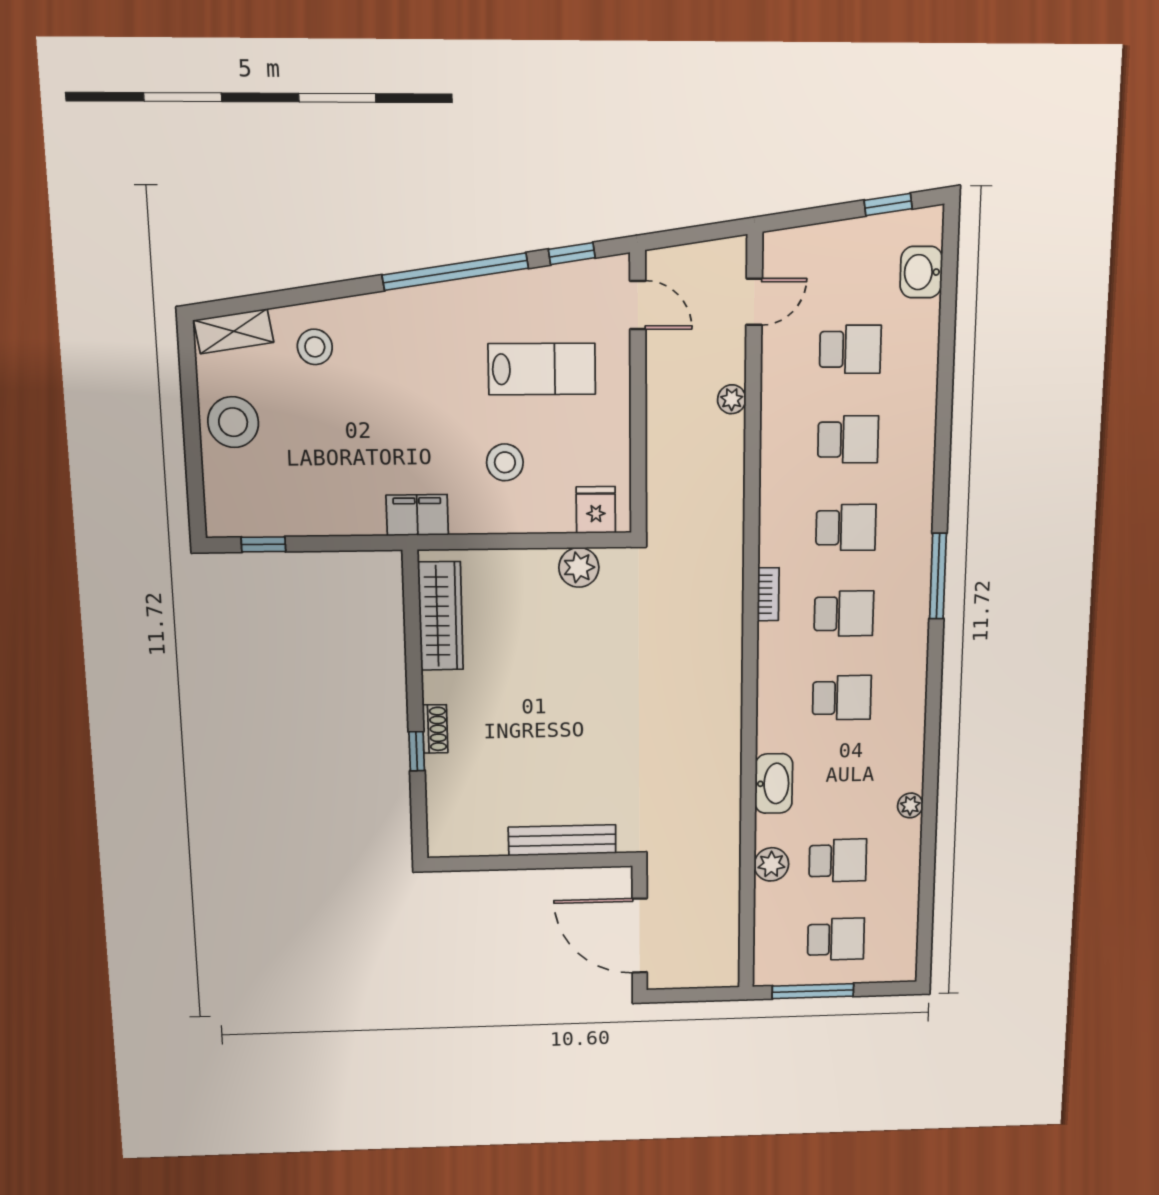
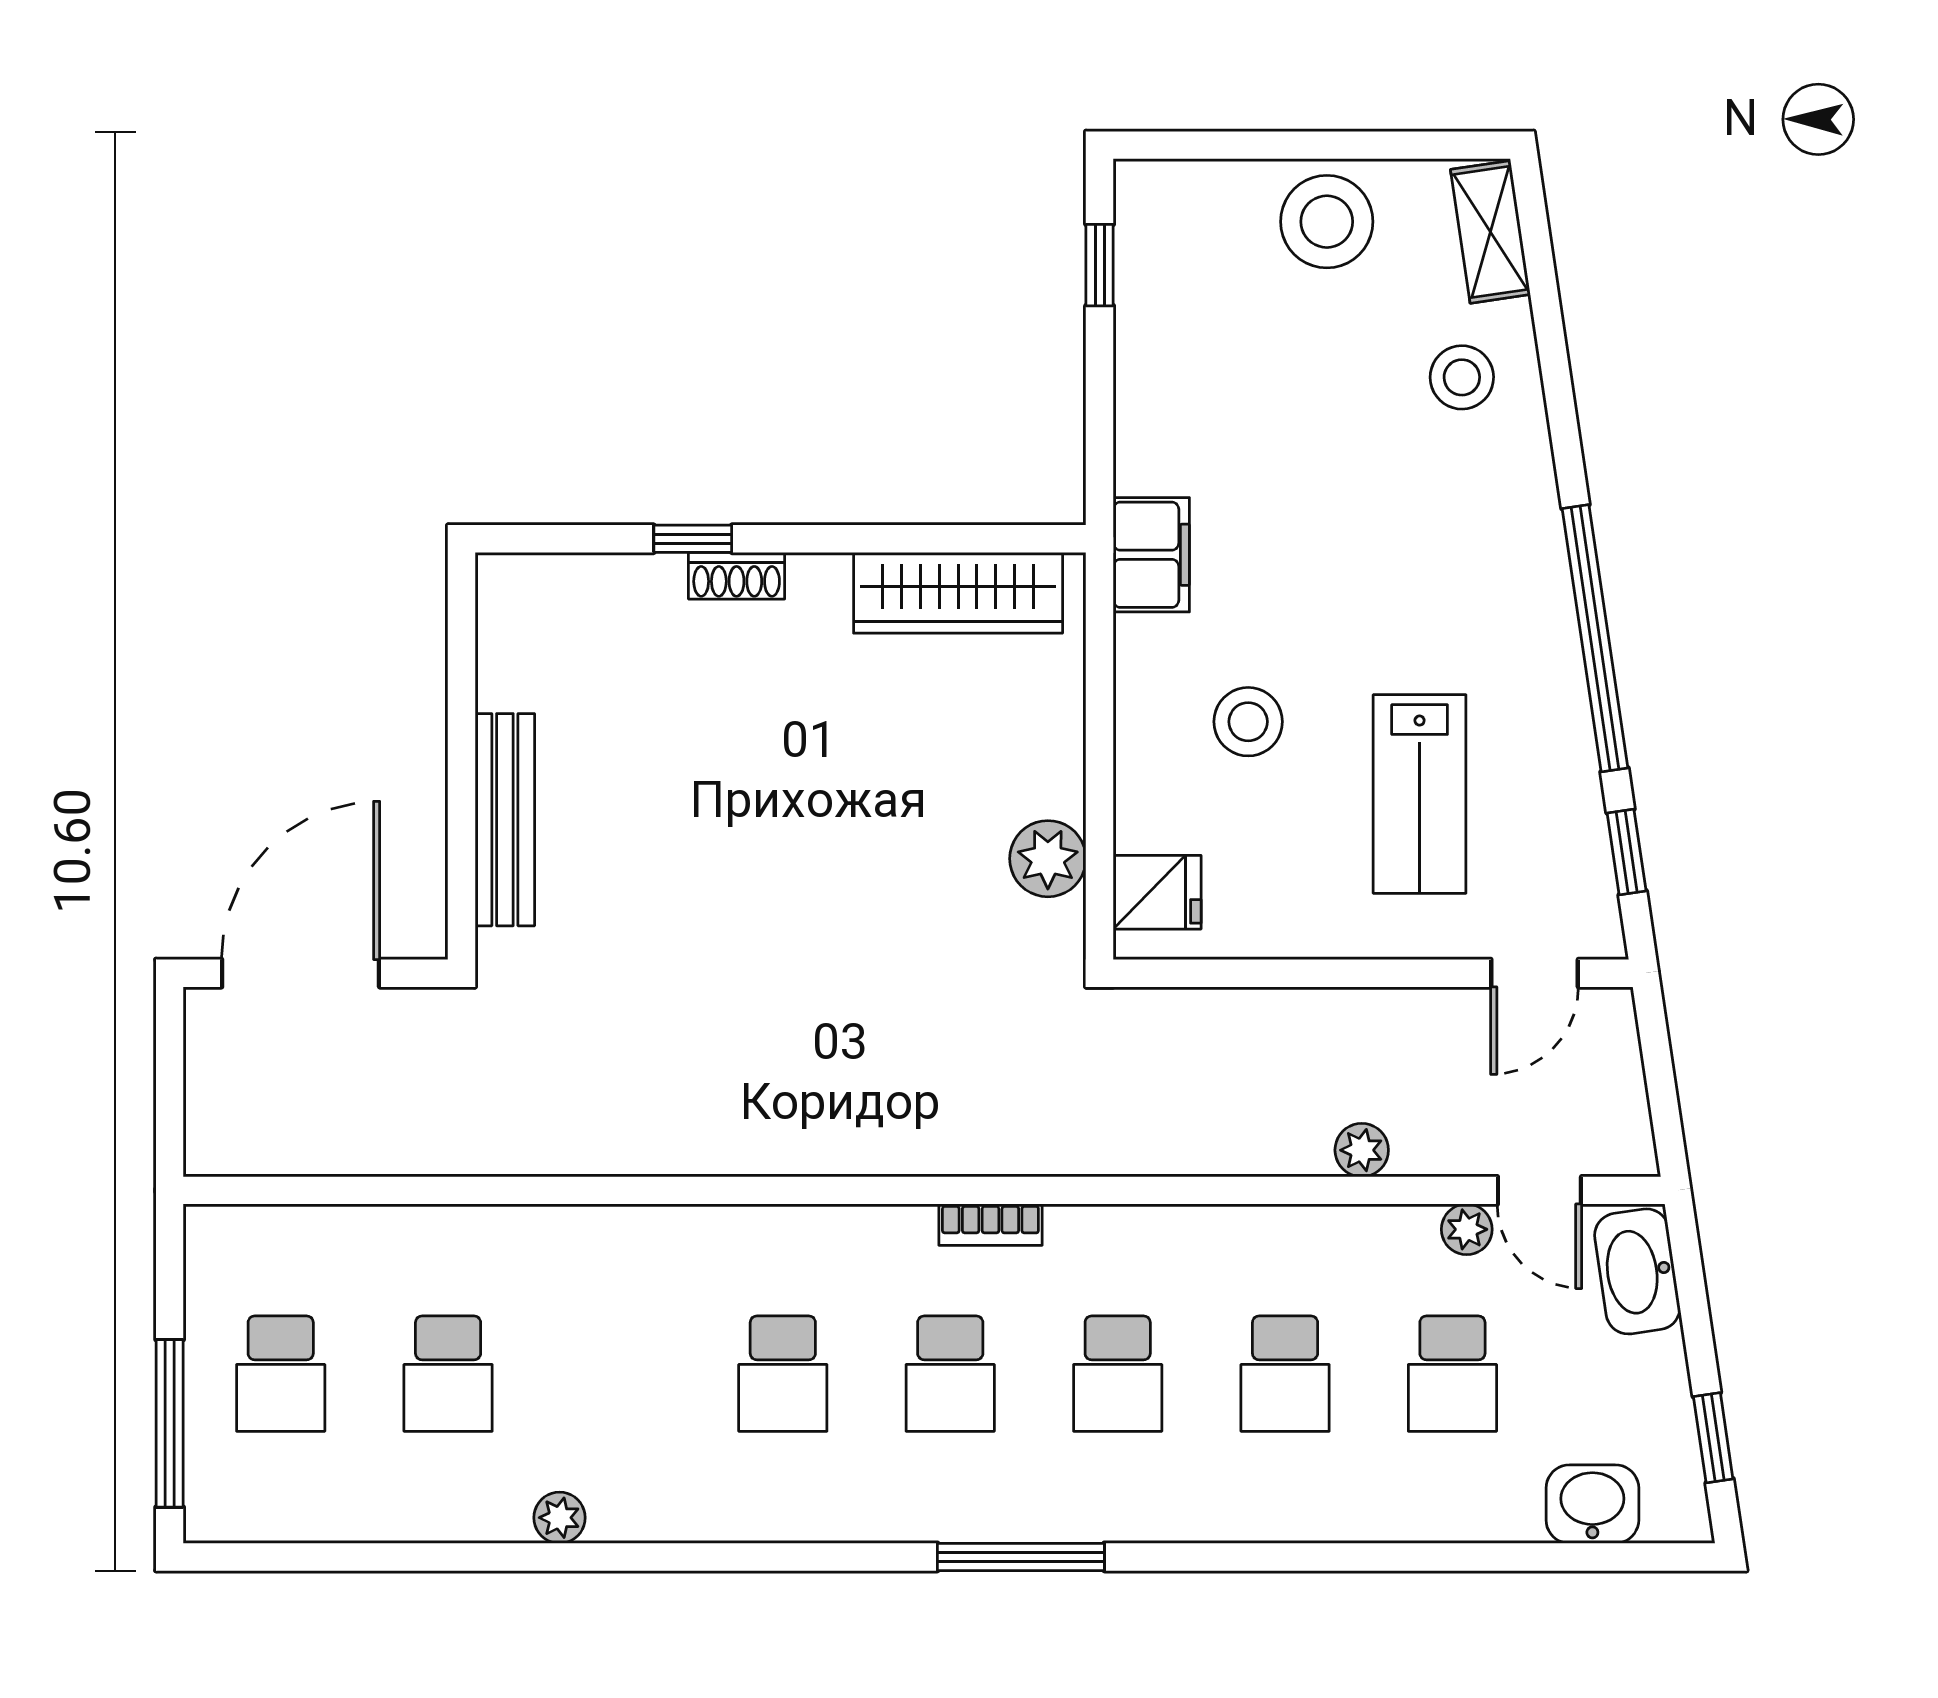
washbasin: (774, 783) -> (1637, 1271), moved, turned 82
plant: (771, 864) -> (1467, 1229), moved, width x0.73, depth x0.73
window: (813, 991) -> (170, 1423), moved

